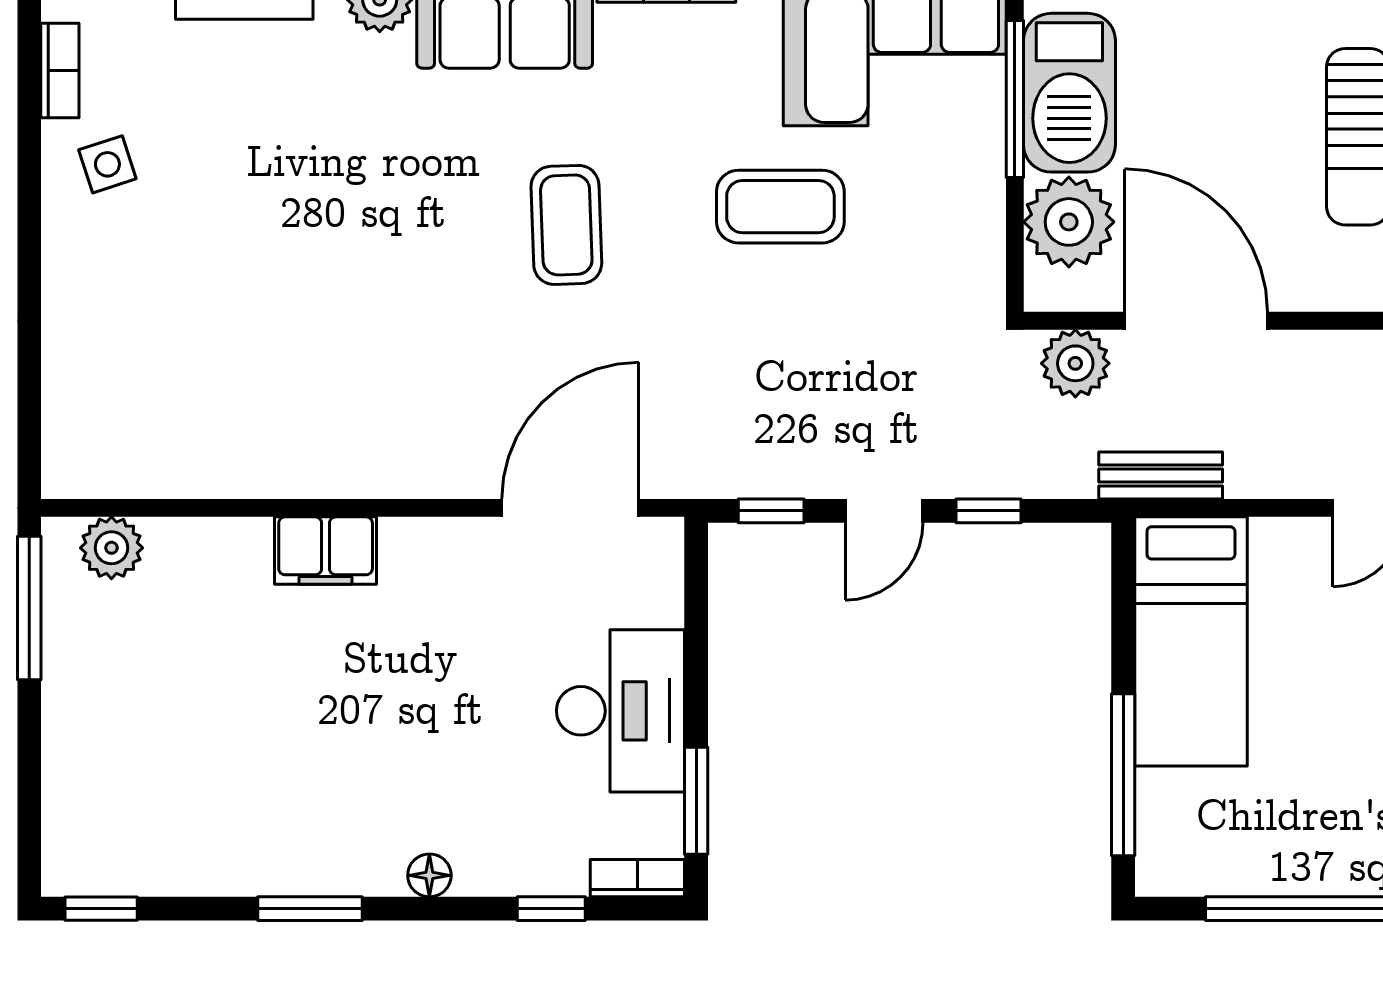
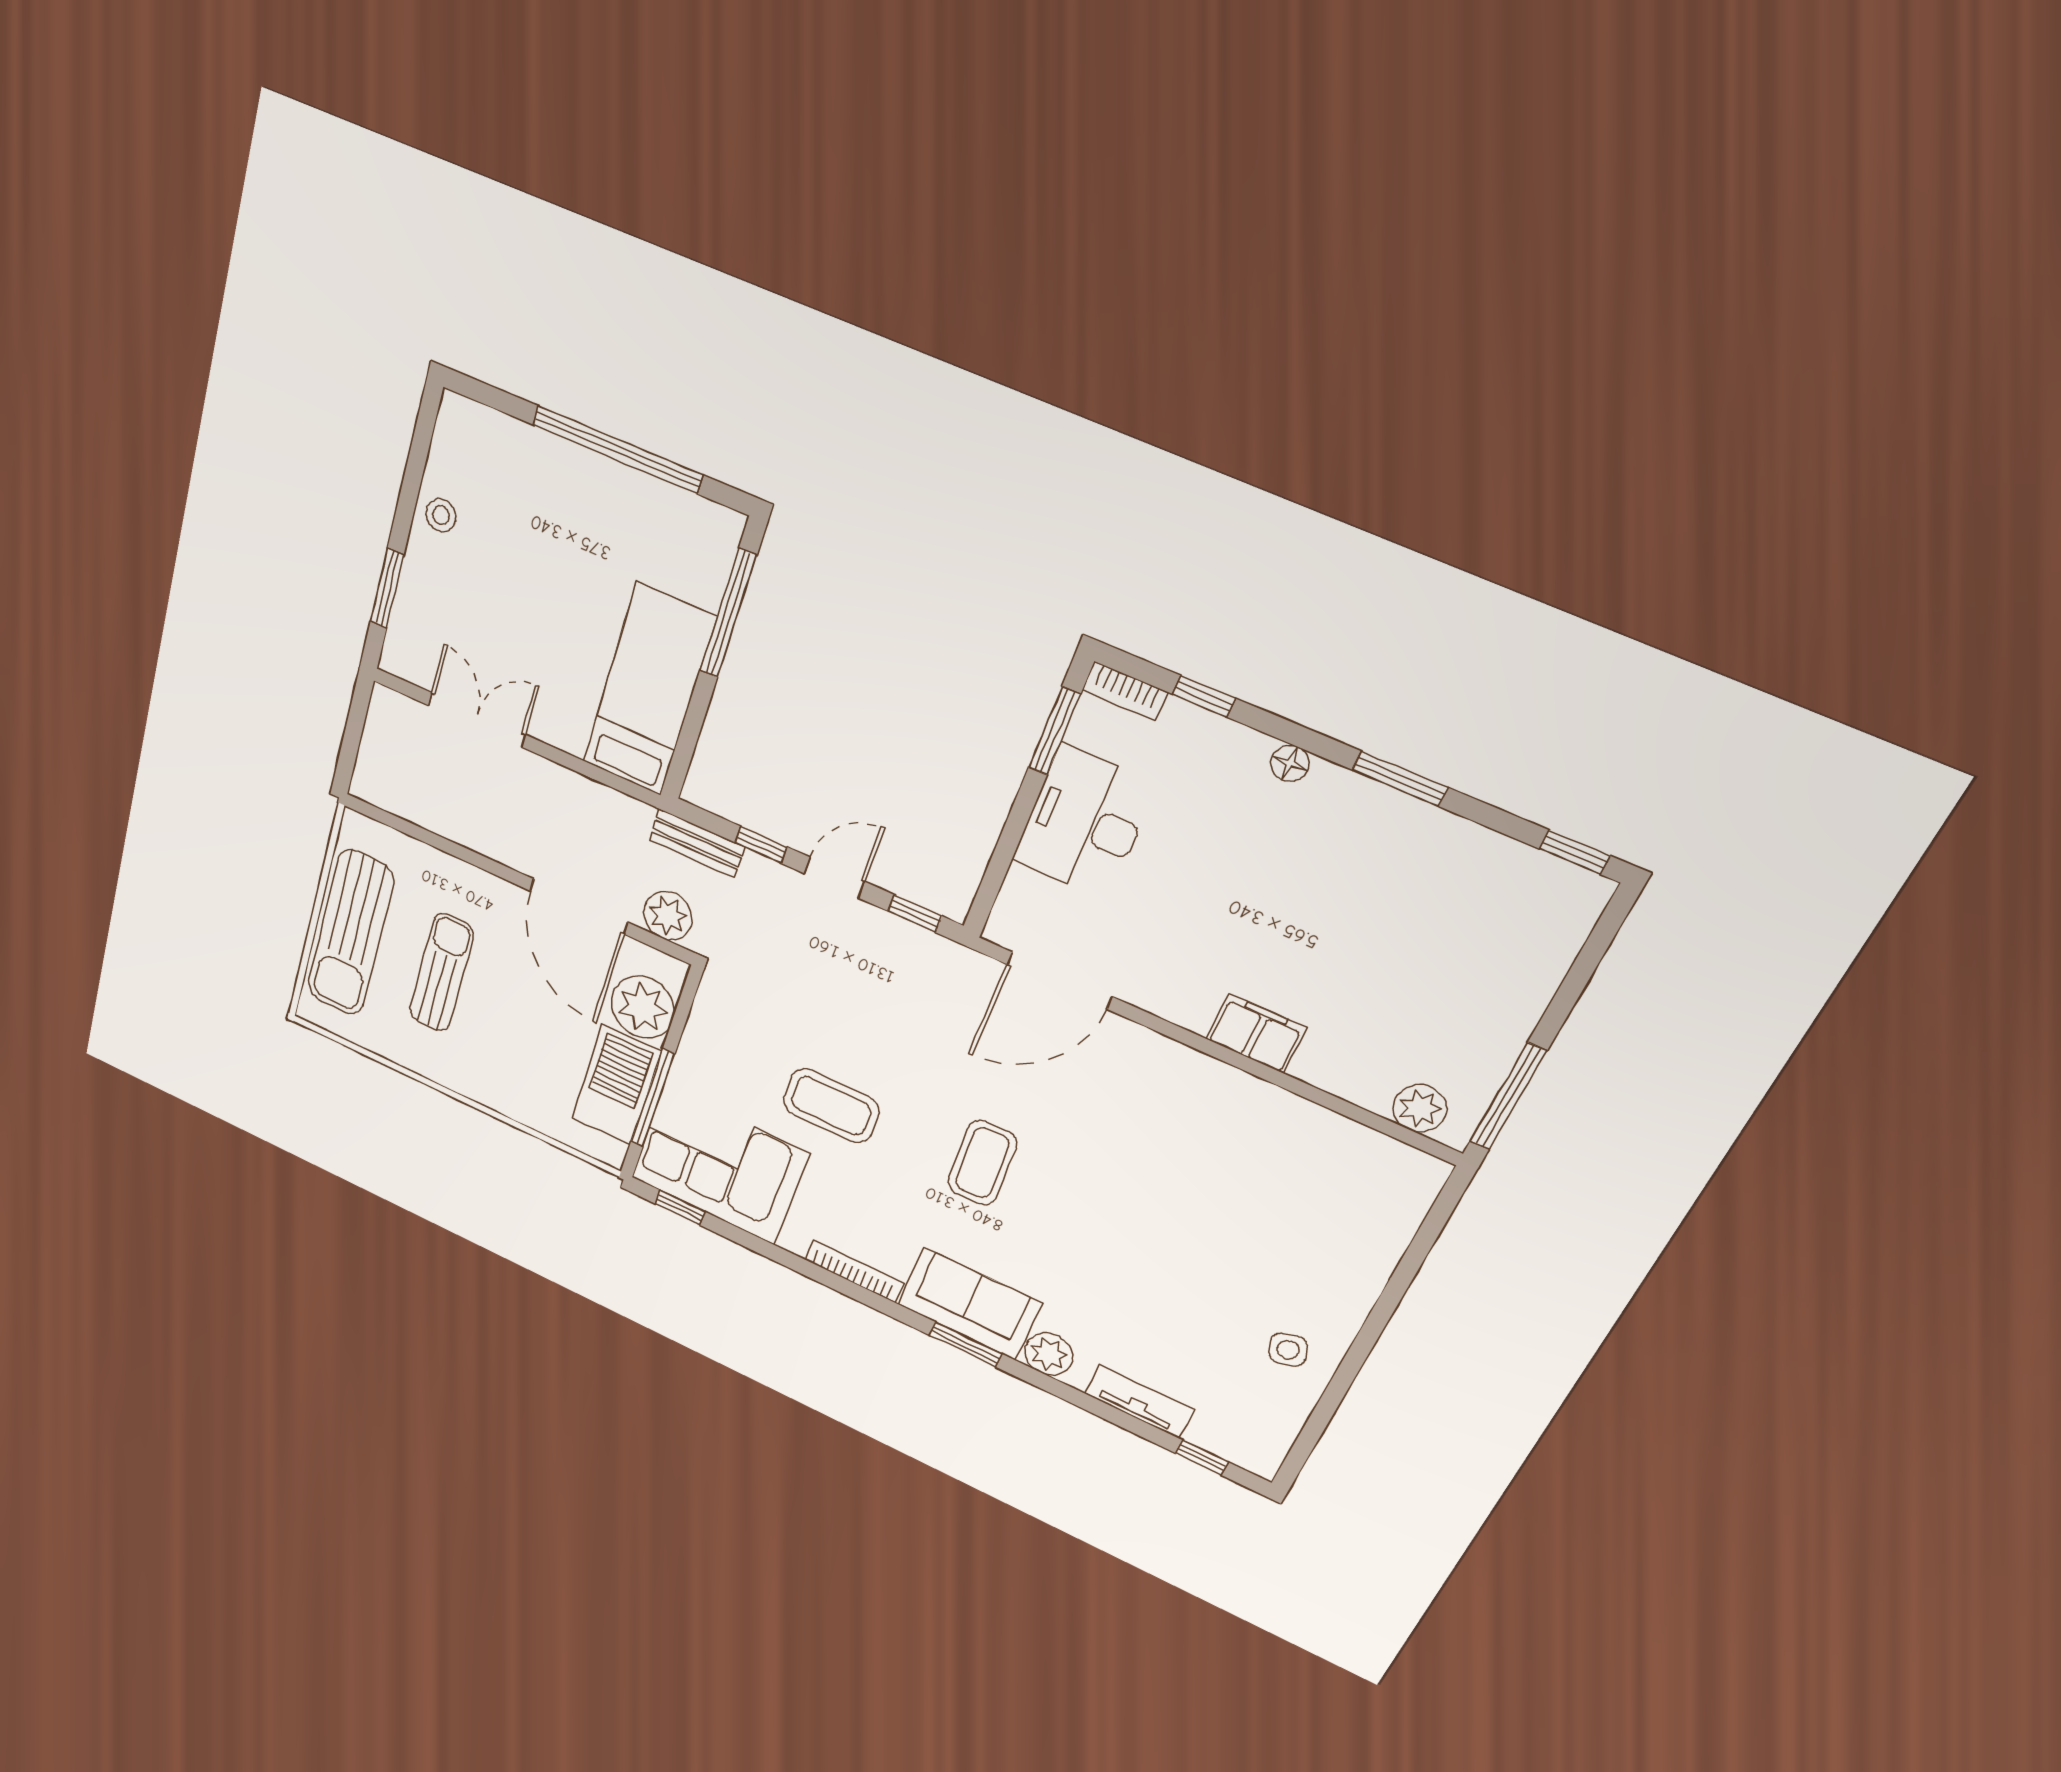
bookcase: (60, 71) -> (1292, 1419), removed
bench: (1161, 476) -> (697, 844), moved

